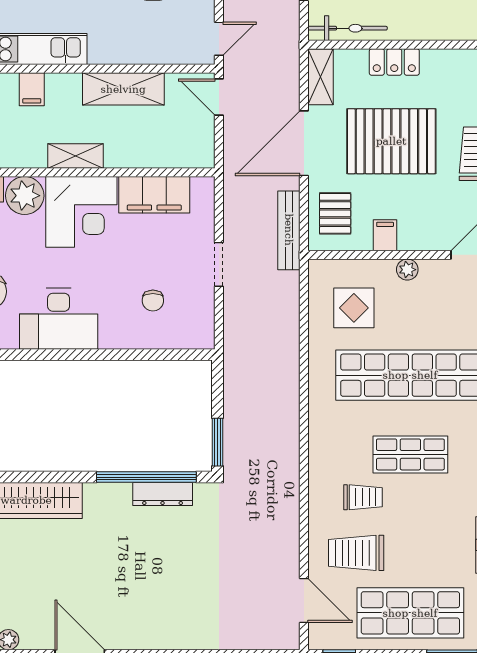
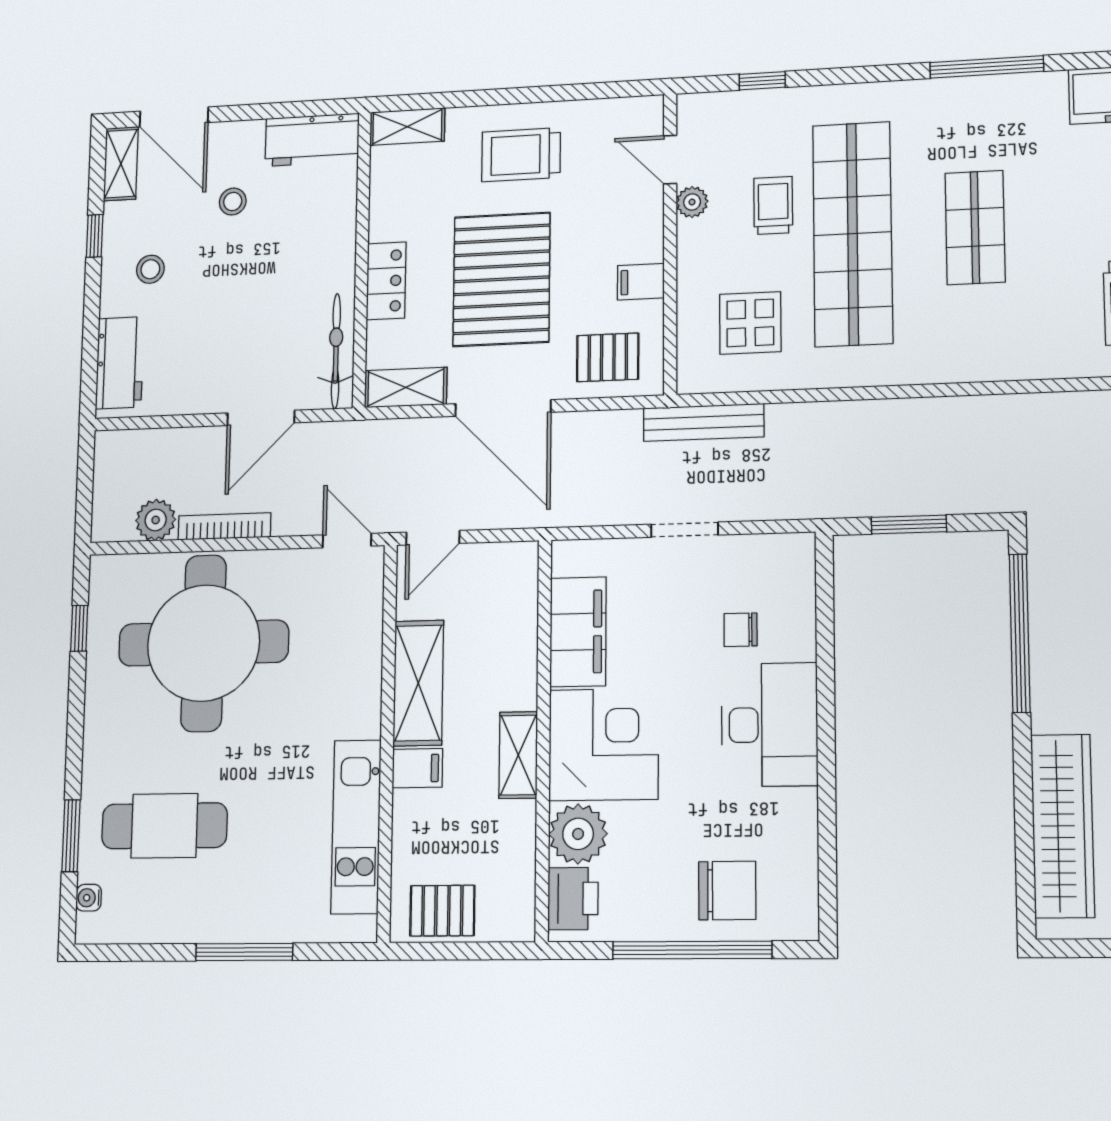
filing cabinet: (32, 89) -> (417, 768), moved
bench: (289, 230) -> (704, 422), moved
plant: (407, 270) -> (692, 202), moved
chair: (153, 300) -> (741, 630), turned 180
desk: (59, 319) -> (769, 725), moved
window: (218, 442) -> (909, 524), moved
dresser: (163, 494) -> (1046, 607), removed
trolley: (363, 497) -> (773, 205), moved

